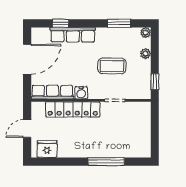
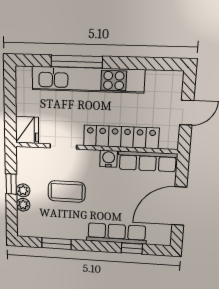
plant: (146, 33) -> (23, 190), moved
window: (155, 82) -> (11, 184), moved
fridge: (47, 149) -> (27, 130), moved, turned -90
kitchen unit: (98, 149) -> (88, 80), added

